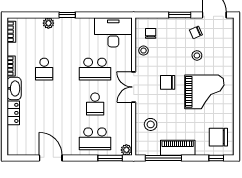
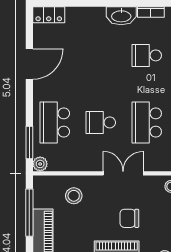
chair: (168, 82) -> (129, 218), turned -90
locker: (13, 113) -> (49, 15), moved

